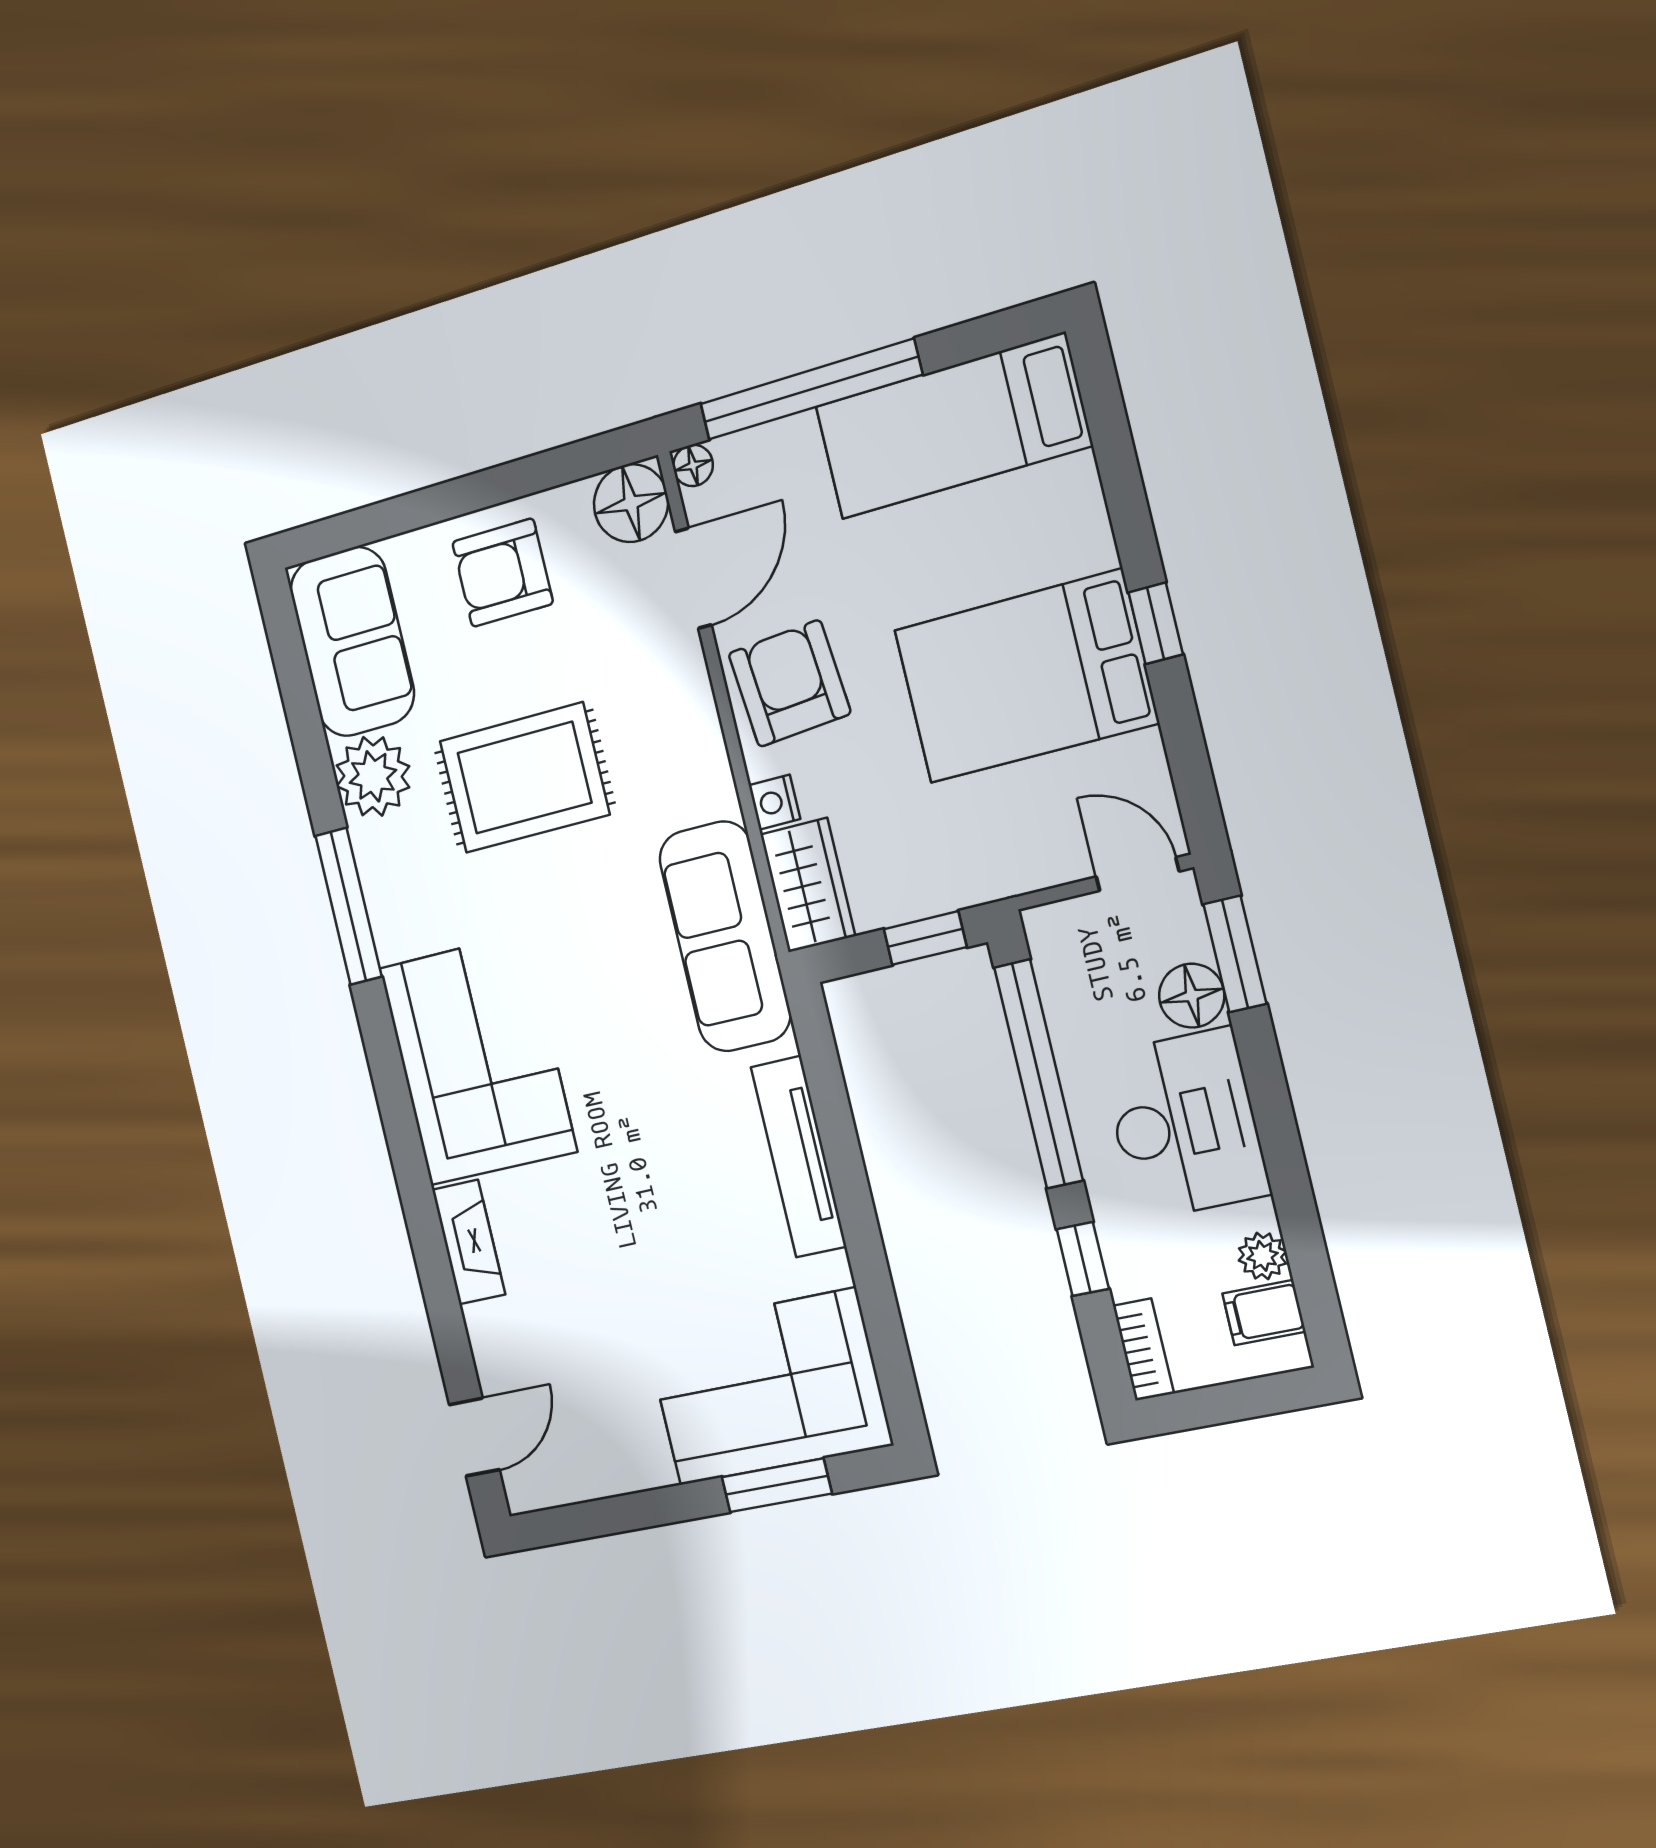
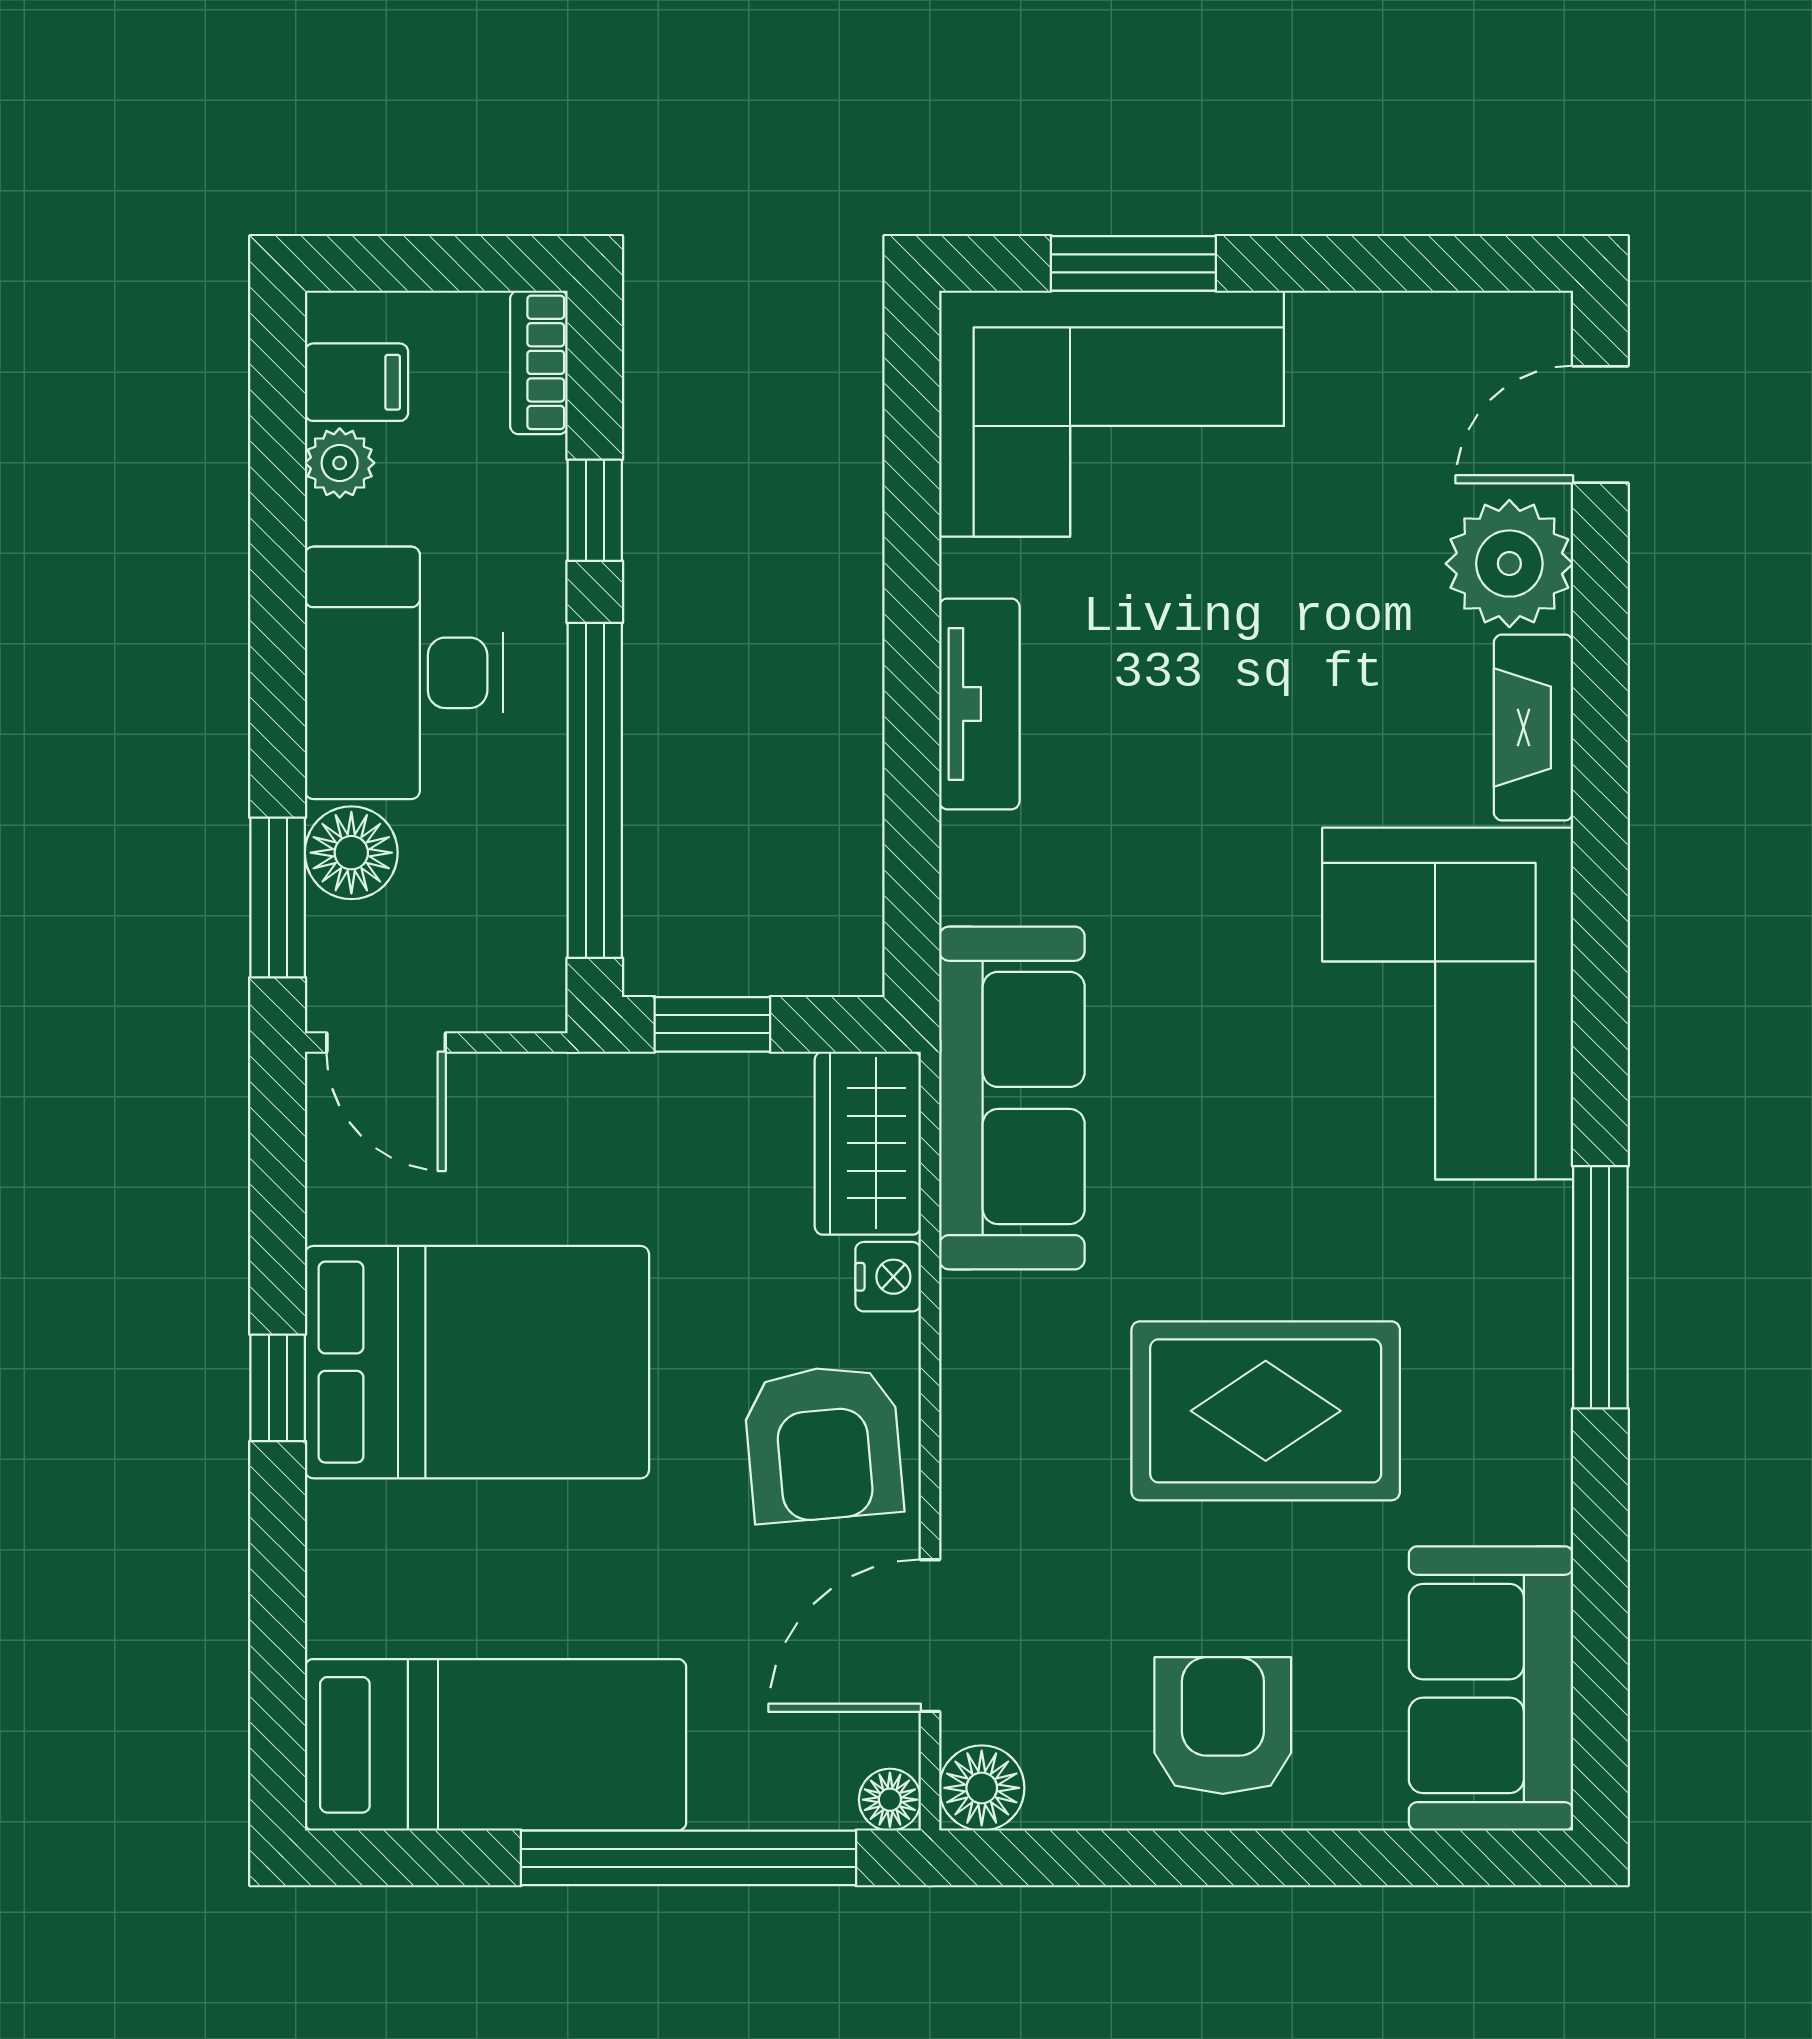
floor lamp: (631, 503) -> (982, 1788), width x0.73, depth x0.73
armchair: (503, 573) -> (1223, 1726), turned -90
plant: (373, 776) -> (1509, 564), moved
tv unit: (799, 1157) -> (979, 704), width x0.71

